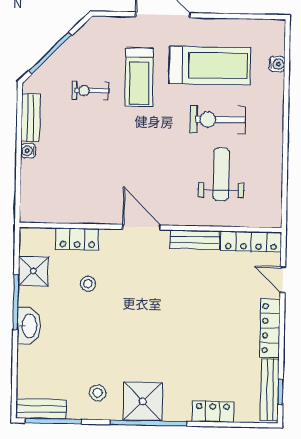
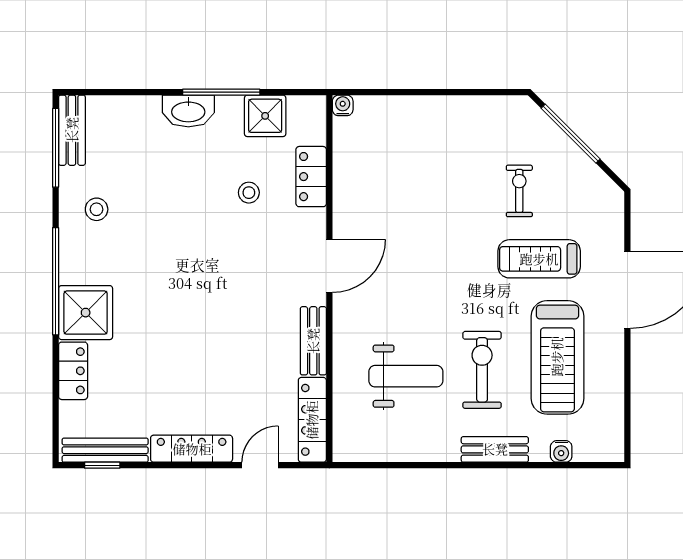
bench: (31, 118) -> (495, 449), moved
water cooler: (28, 151) -> (343, 105), moved
shower: (143, 401) -> (86, 313), moved

